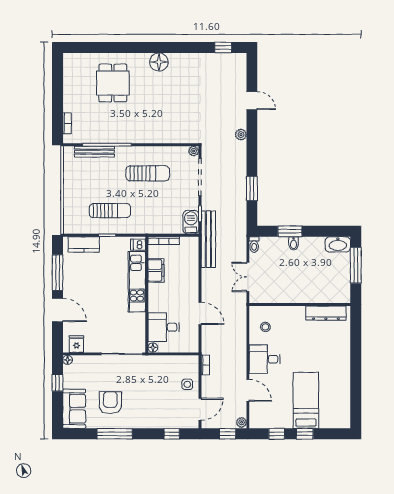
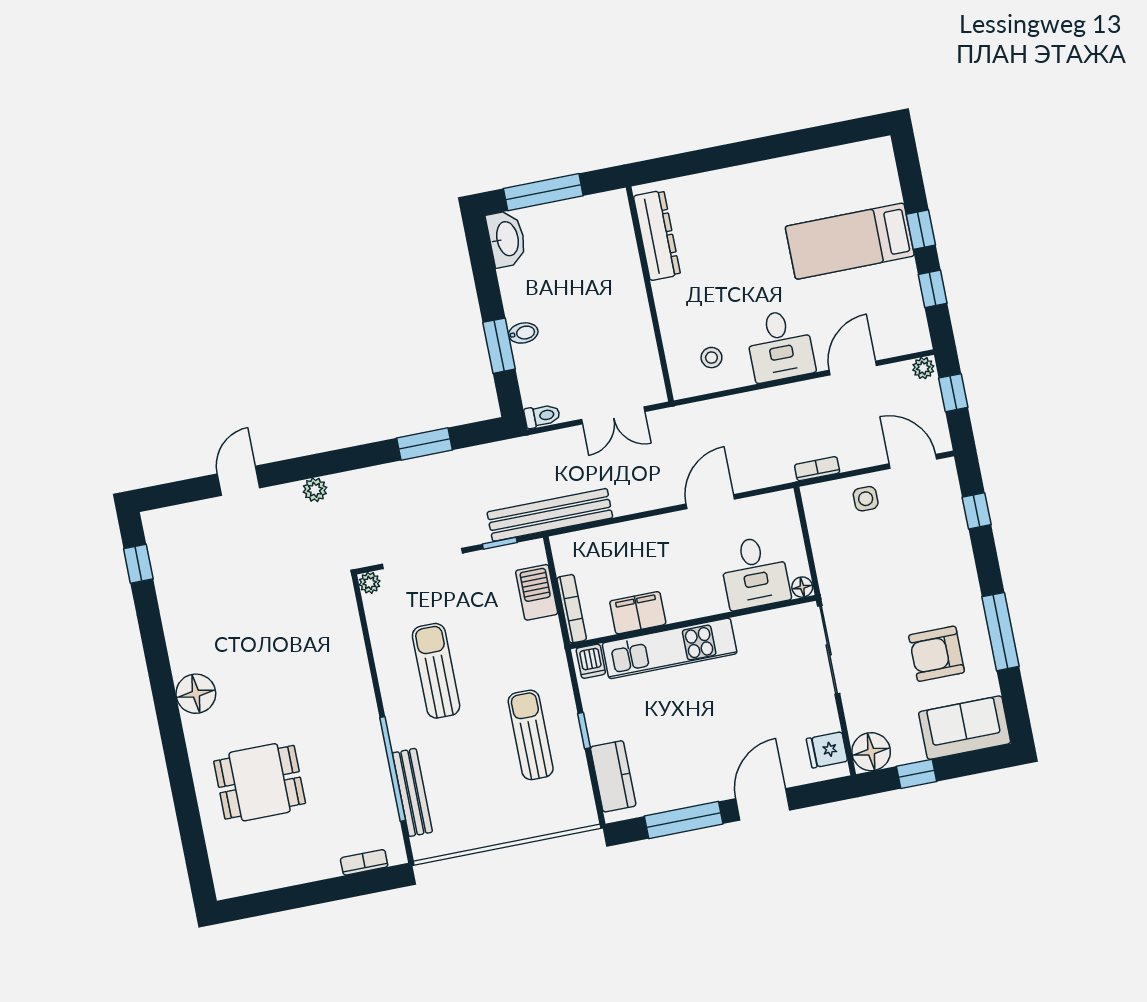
barbecue: (191, 222) -> (537, 592), moved, turned 90
floor lamp: (68, 360) -> (871, 752), width x1.89, depth x1.89

